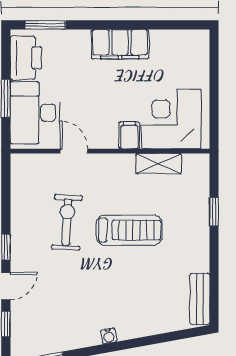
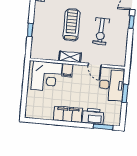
printer: (26, 58) -> (93, 116), moved, turned 90
shelving: (159, 164) -> (70, 57), moved
treadmill: (129, 230) -> (72, 25), turned 90

